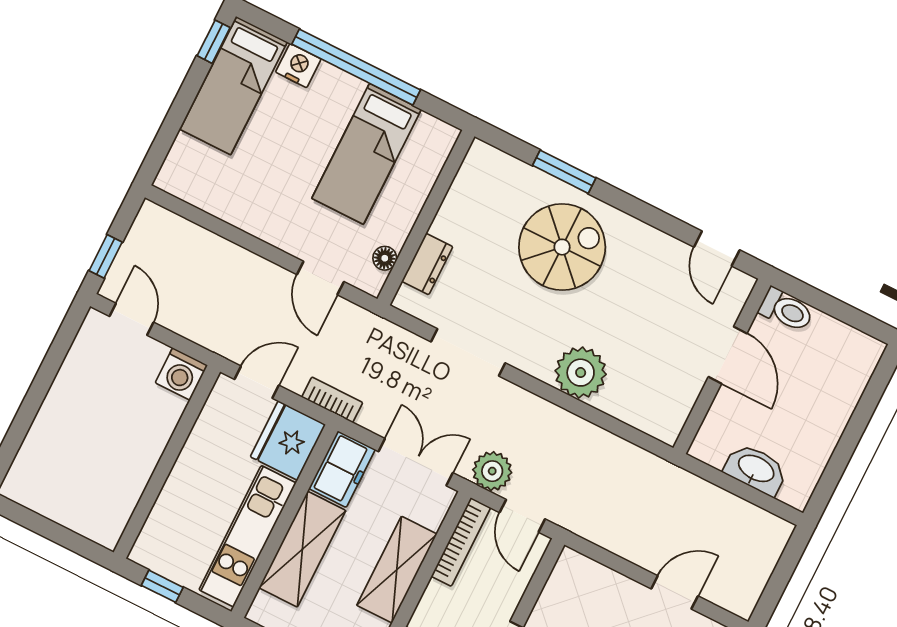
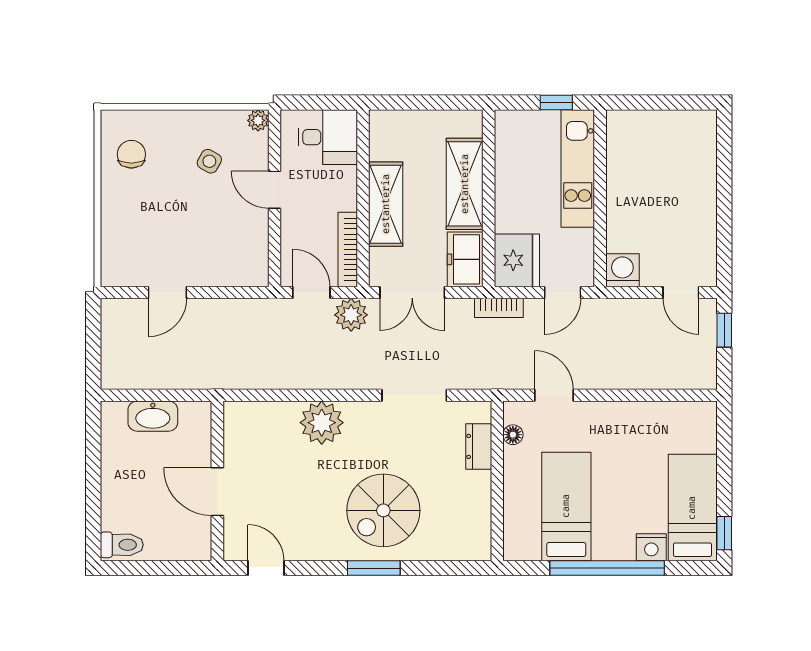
window: (564, 172) -> (374, 568), moved
toilet: (786, 310) -> (122, 545), moved, turned 180
kitchen unit: (248, 536) -> (578, 169), moved, turned 180

